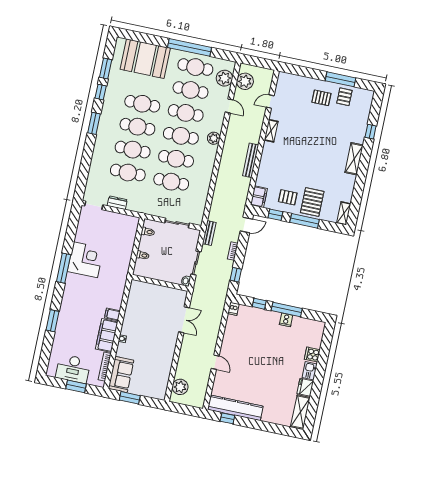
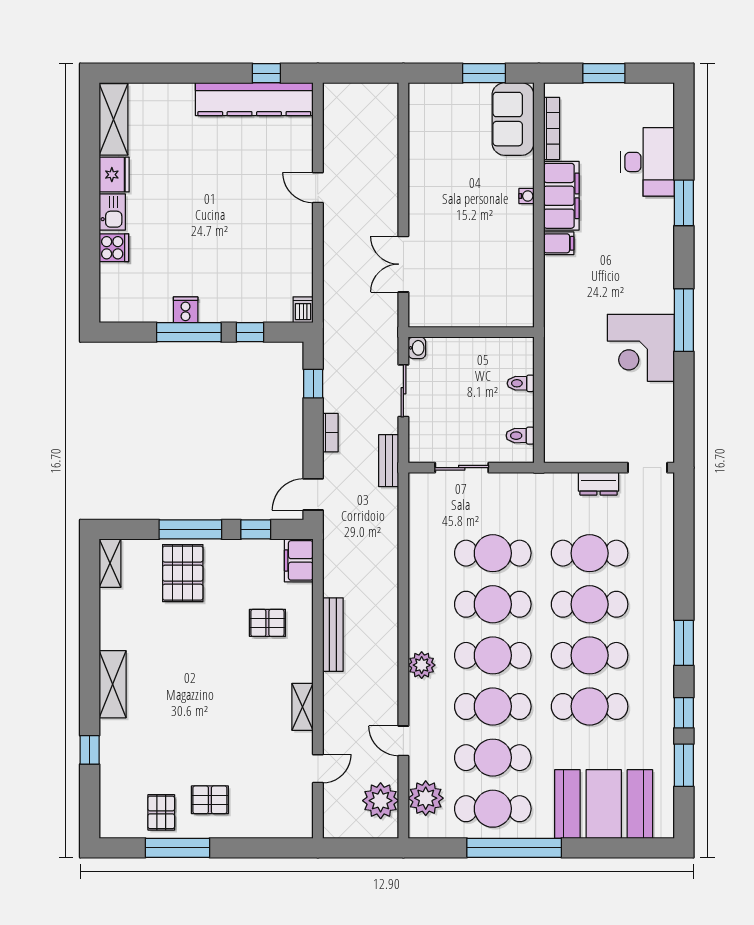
pallet: (288, 197) -> (267, 623), moved
desk: (73, 369) -> (647, 162), moved, turned 90
plant: (180, 387) -> (382, 119), removed

